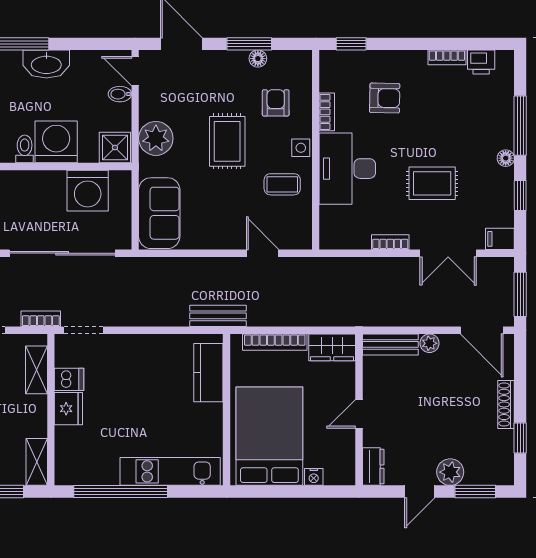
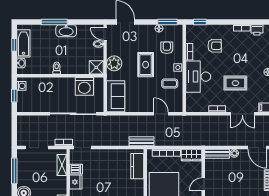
window: (249, 44) -> (167, 22), moved
washing machine: (56, 142) -> (70, 65), removed

